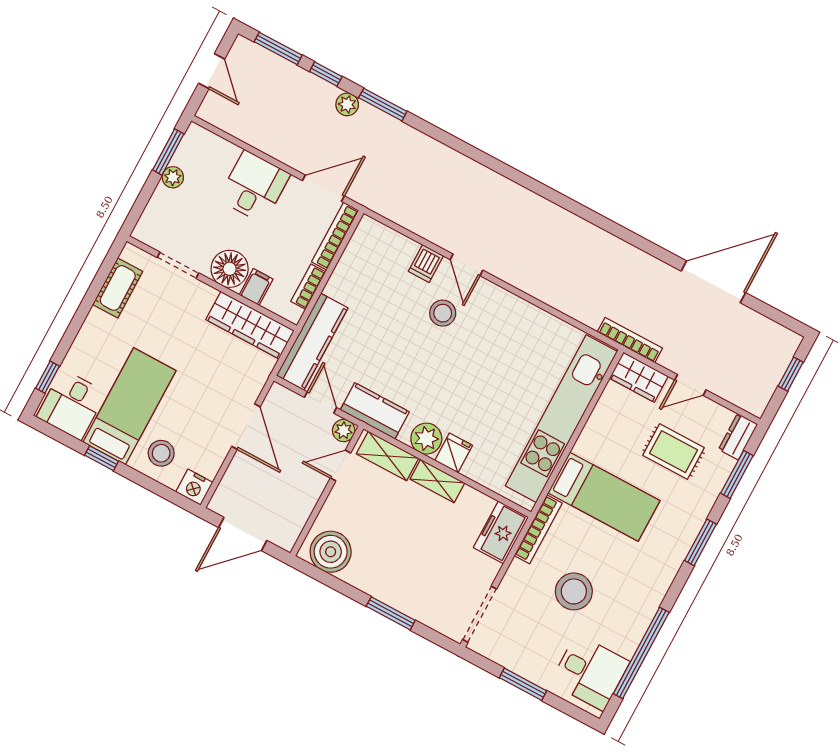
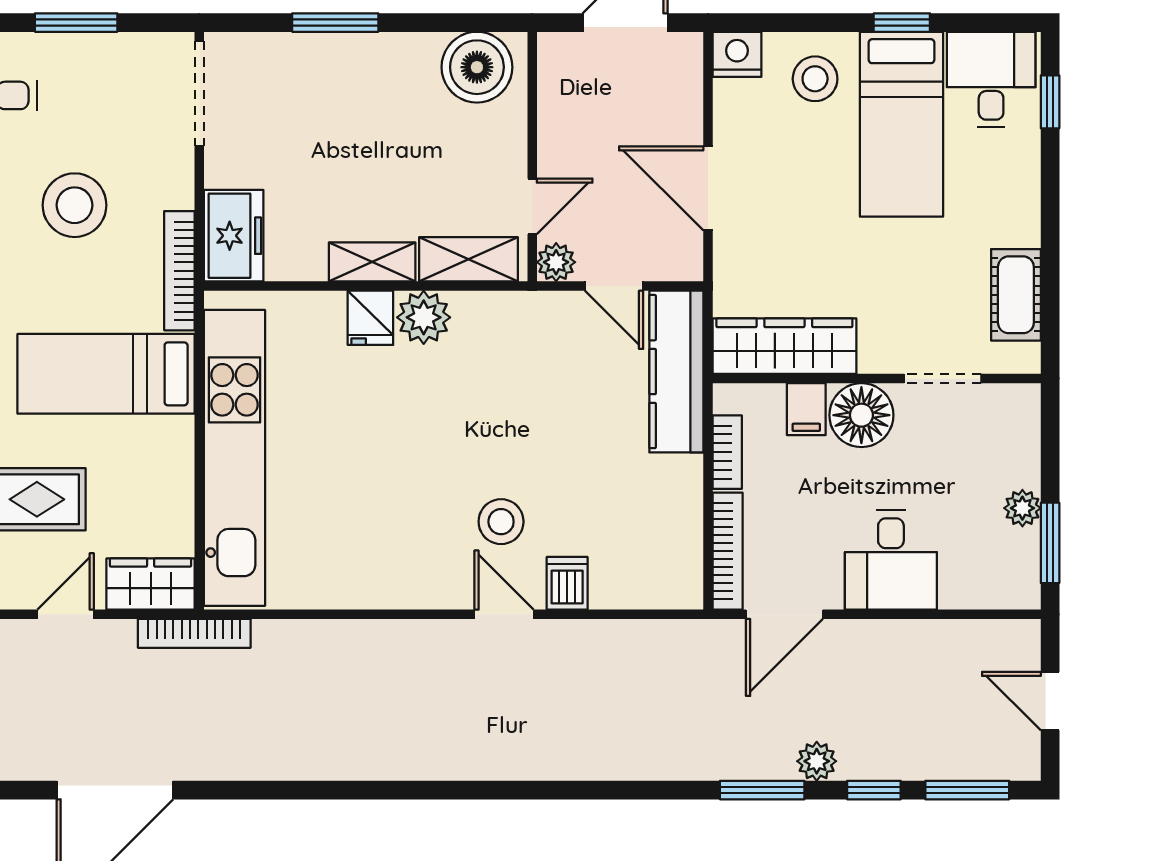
kitchen counter: (375, 411) -> (525, 317), removed

